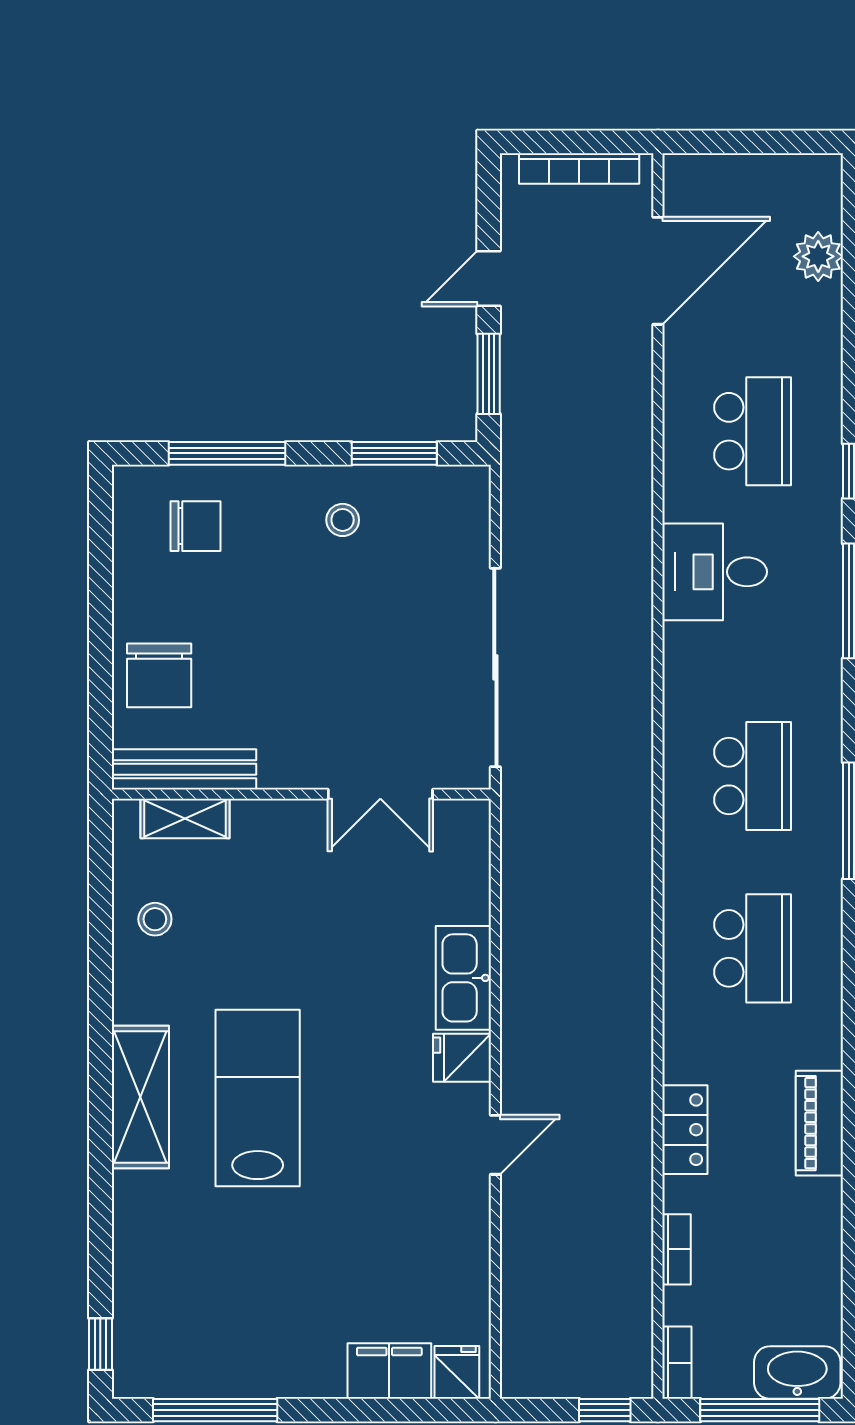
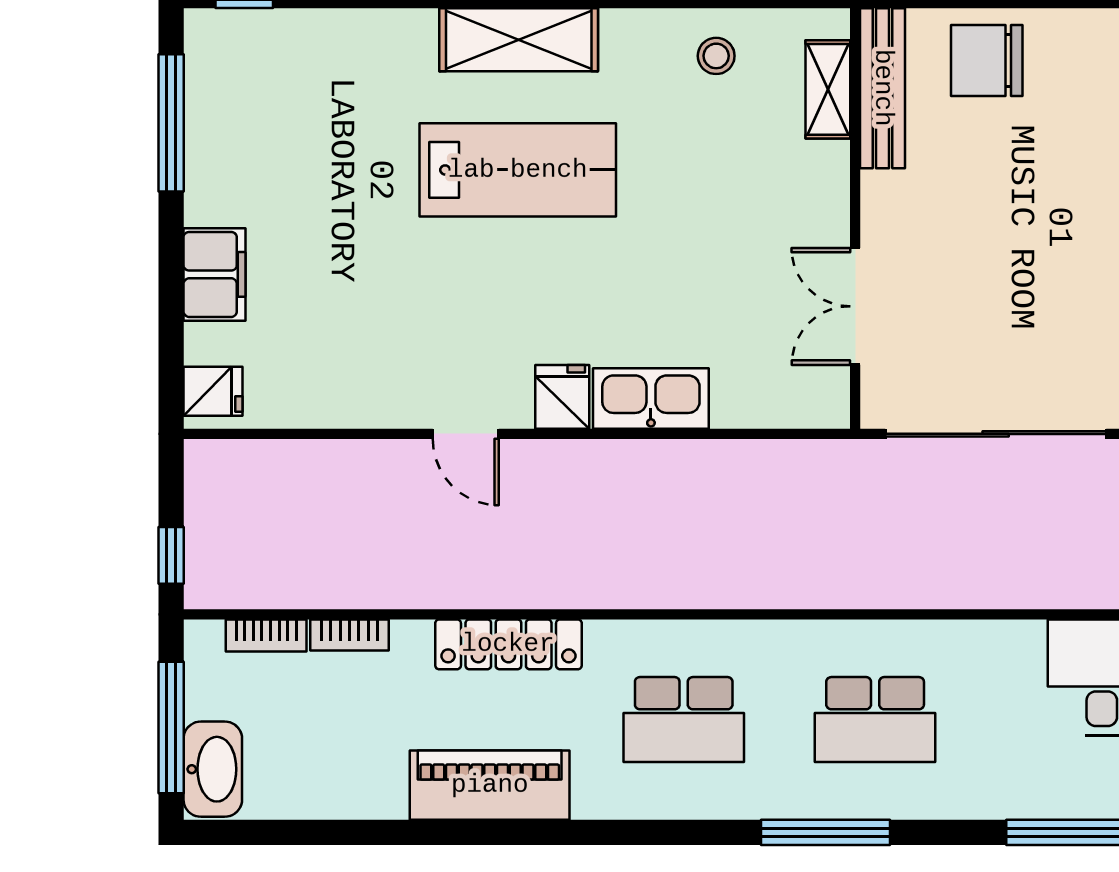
piano: (819, 1123) -> (490, 785), width x1.37, depth x1.33
locker: (685, 1130) -> (508, 644), width x1.53
bookcase: (677, 1363) -> (266, 635), moved
filing cabinet: (389, 1371) -> (214, 274), moved

